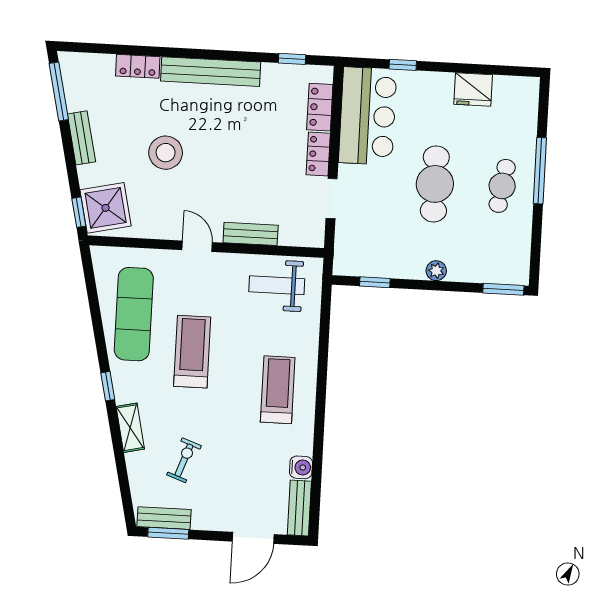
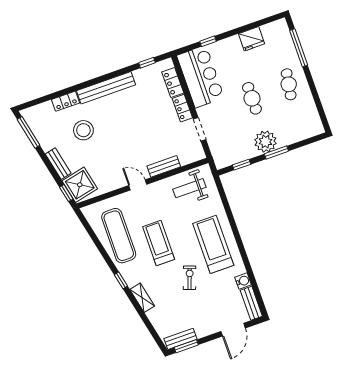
bench: (81, 138) -> (58, 164), moved
stool: (166, 153) -> (83, 130), moved
window: (540, 171) -> (299, 48), moved
cafe table: (435, 184) -> (252, 98), width x0.73, depth x0.74
plant: (436, 271) -> (266, 142), width x1.88, depth x1.88
window: (503, 289) -> (276, 152), moved
treadmill: (278, 390) -> (213, 244), width x1.37, depth x1.38
exercise bike: (184, 460) -> (190, 278), moved

